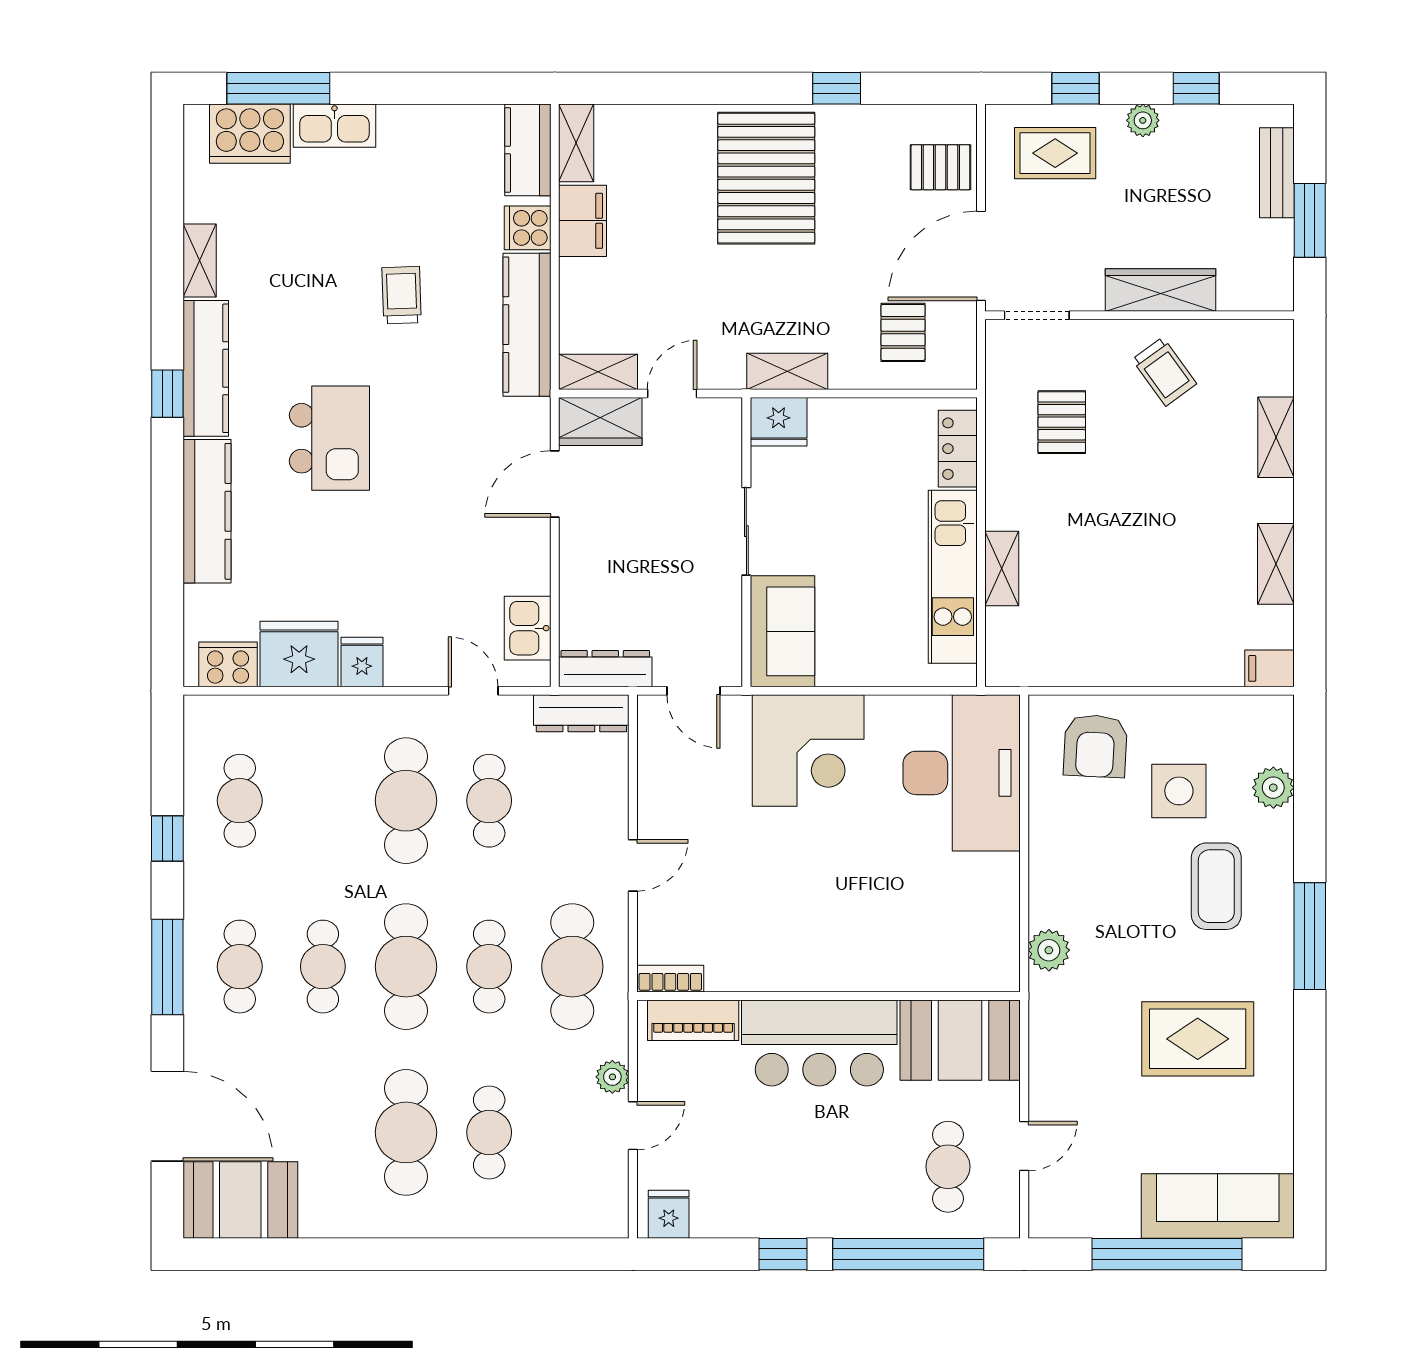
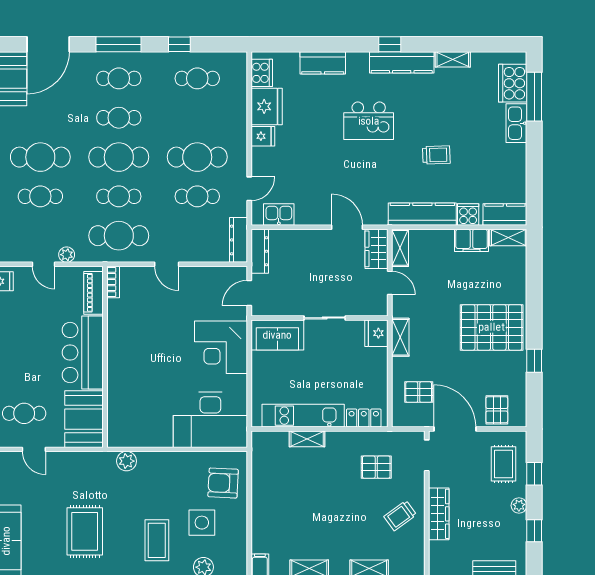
kitchen counter: (207, 511) -> (323, 63), width x0.67
coffee table: (1216, 886) -> (157, 540), turned 90

